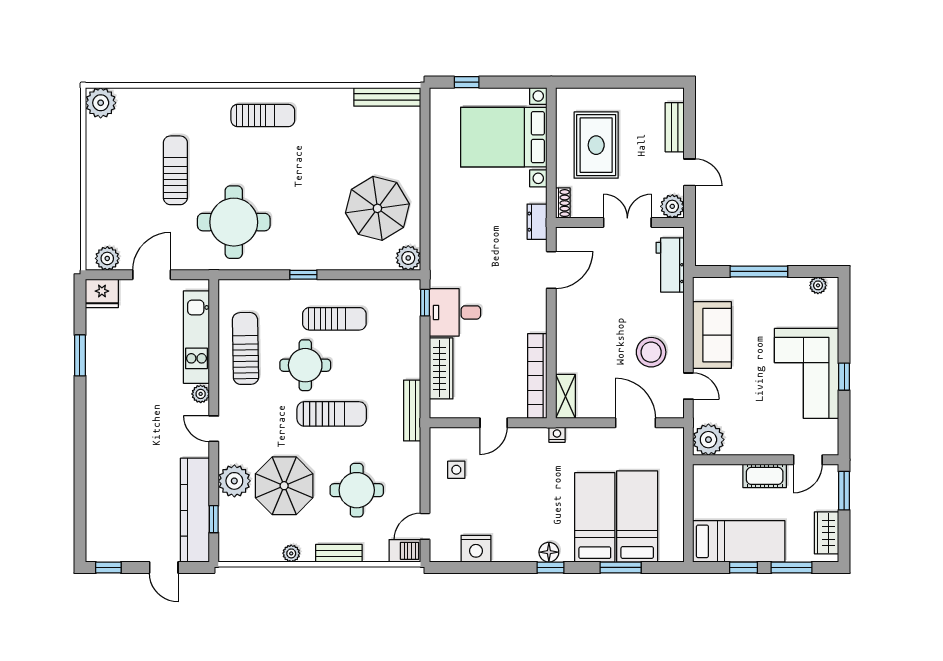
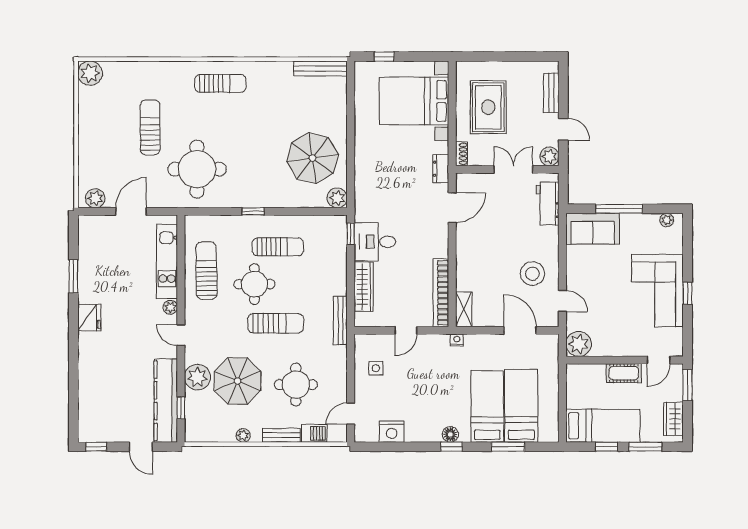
fridge: (102, 293) -> (89, 318), moved, turned -90
sofa: (712, 335) -> (593, 229), moved, turned 90
barbecue: (405, 551) -> (314, 433), moved

